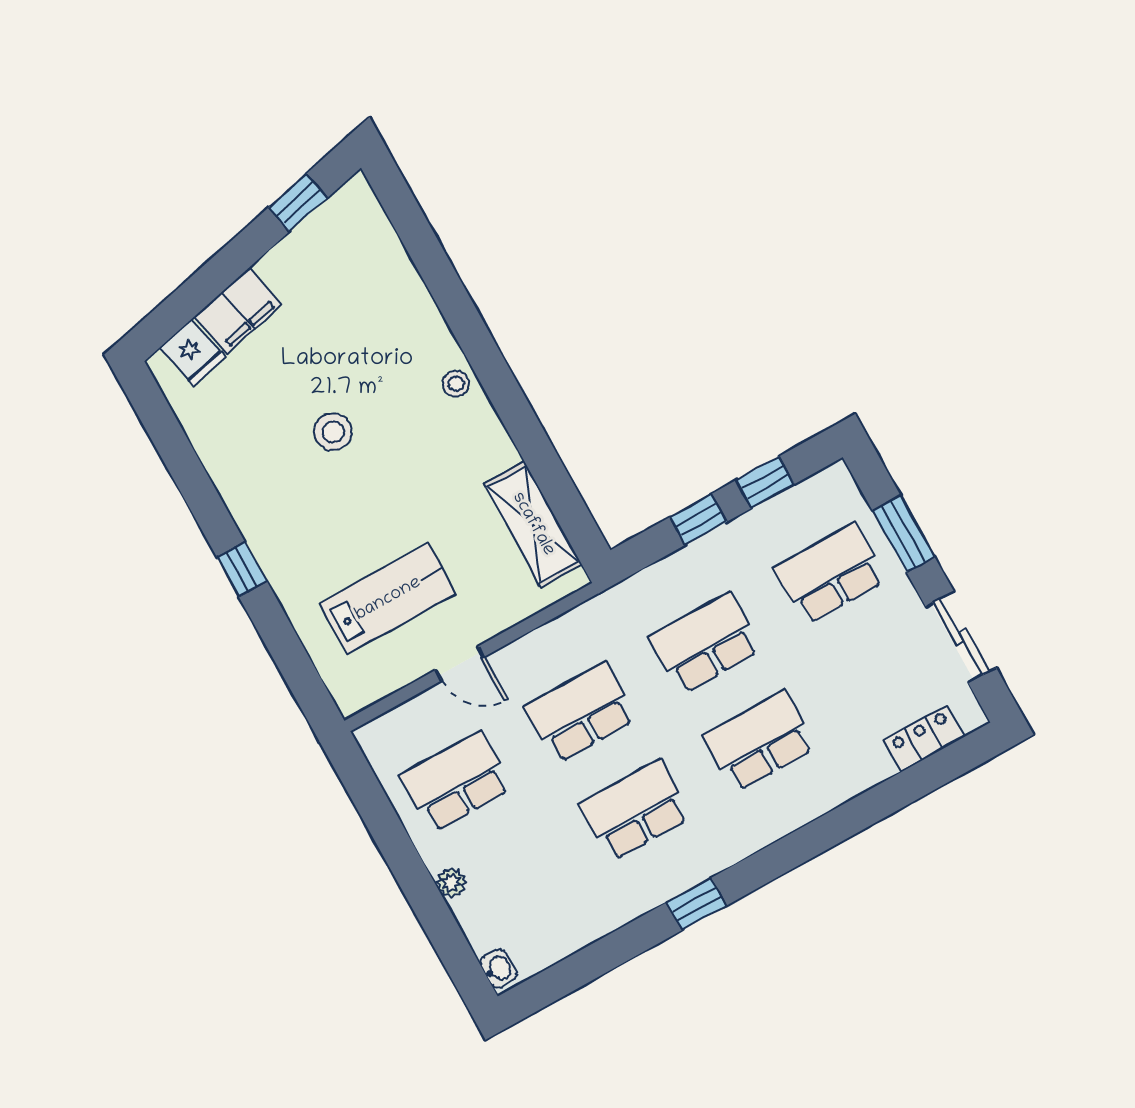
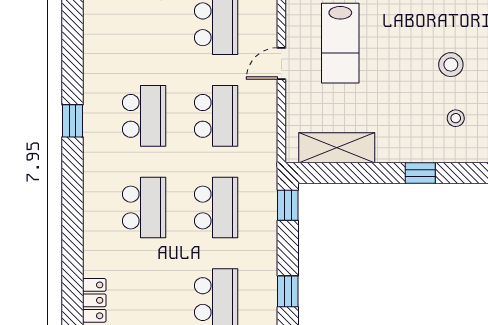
stool: (456, 384) -> (456, 118), moved
window: (504, 391) -> (420, 173), added
window: (698, 519) -> (288, 205), moved

